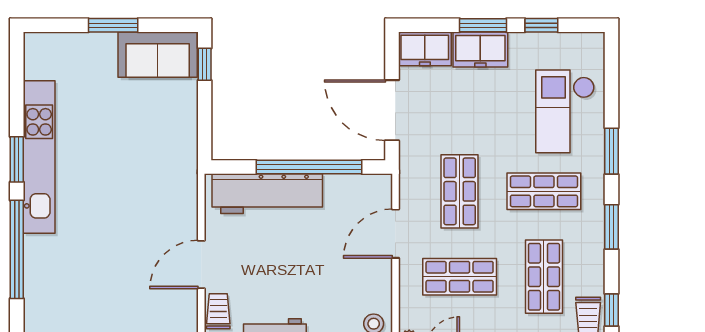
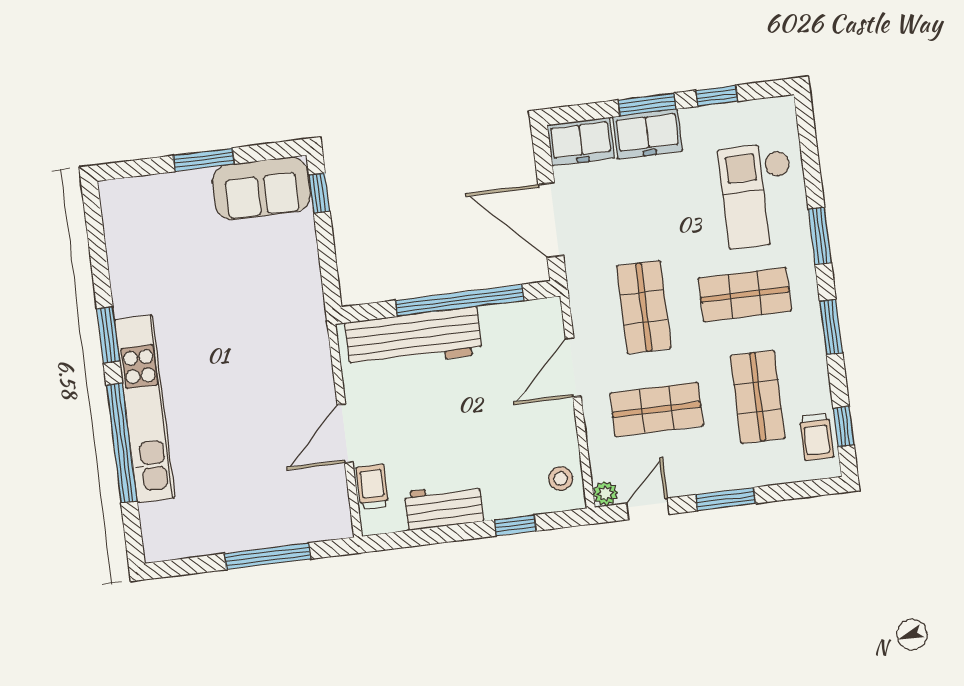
kitchen unit: (39, 157) -> (145, 409), moved

